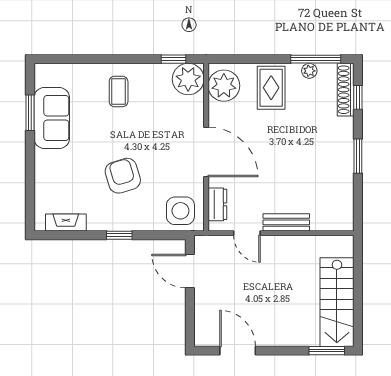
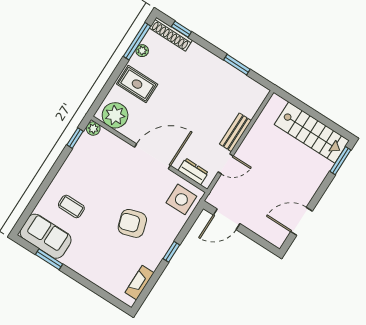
plant: (188, 79) -> (93, 128), width x0.53, depth x0.53
coffee table: (119, 92) -> (71, 207), moved
sofa: (52, 118) -> (46, 236), moved
window: (358, 156) -> (237, 65), moved

